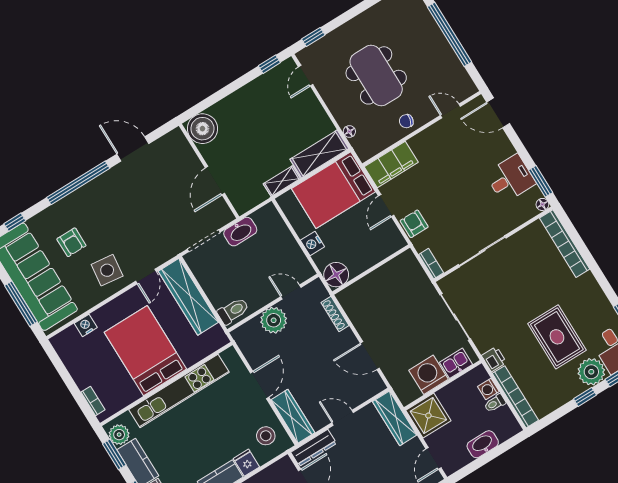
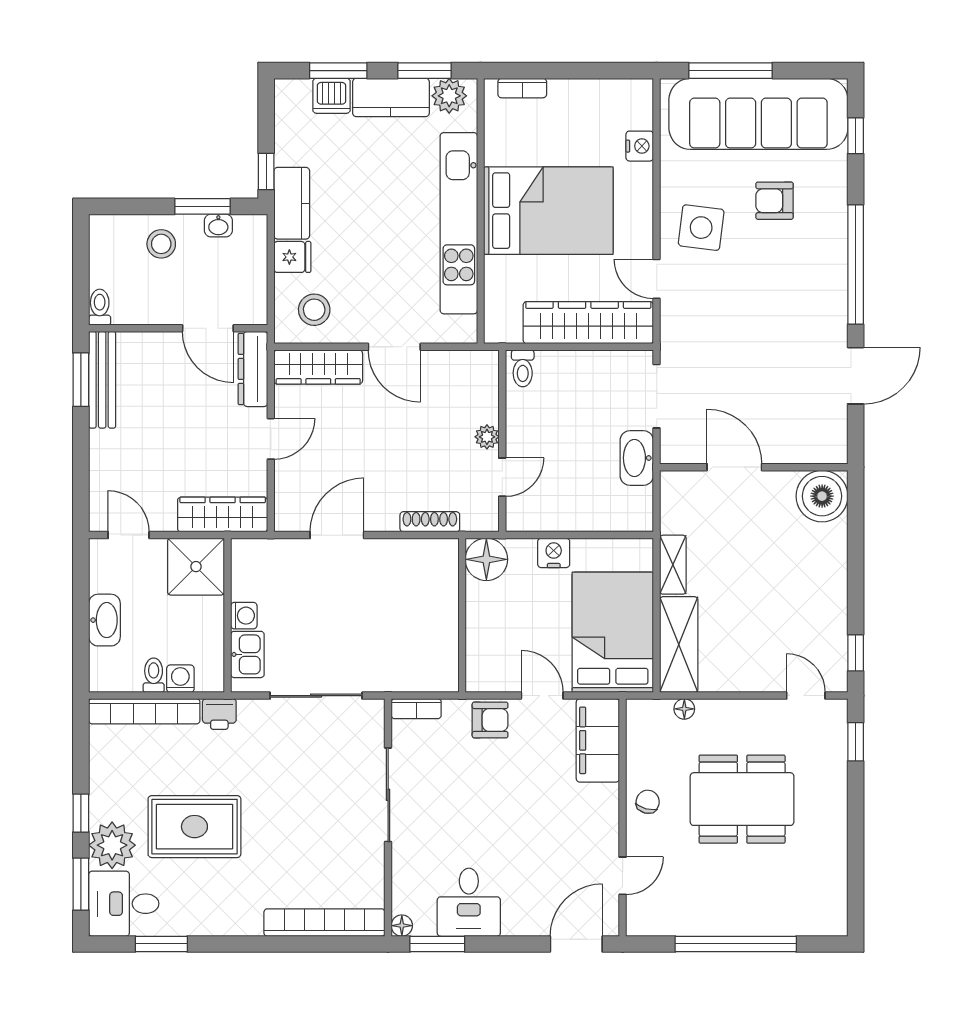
toilet: (233, 311) -> (523, 368), width x0.73, depth x0.72
plant: (274, 320) -> (487, 437), width x0.53, depth x0.53
washing machine: (429, 375) -> (244, 616), width x0.53, depth x0.53

